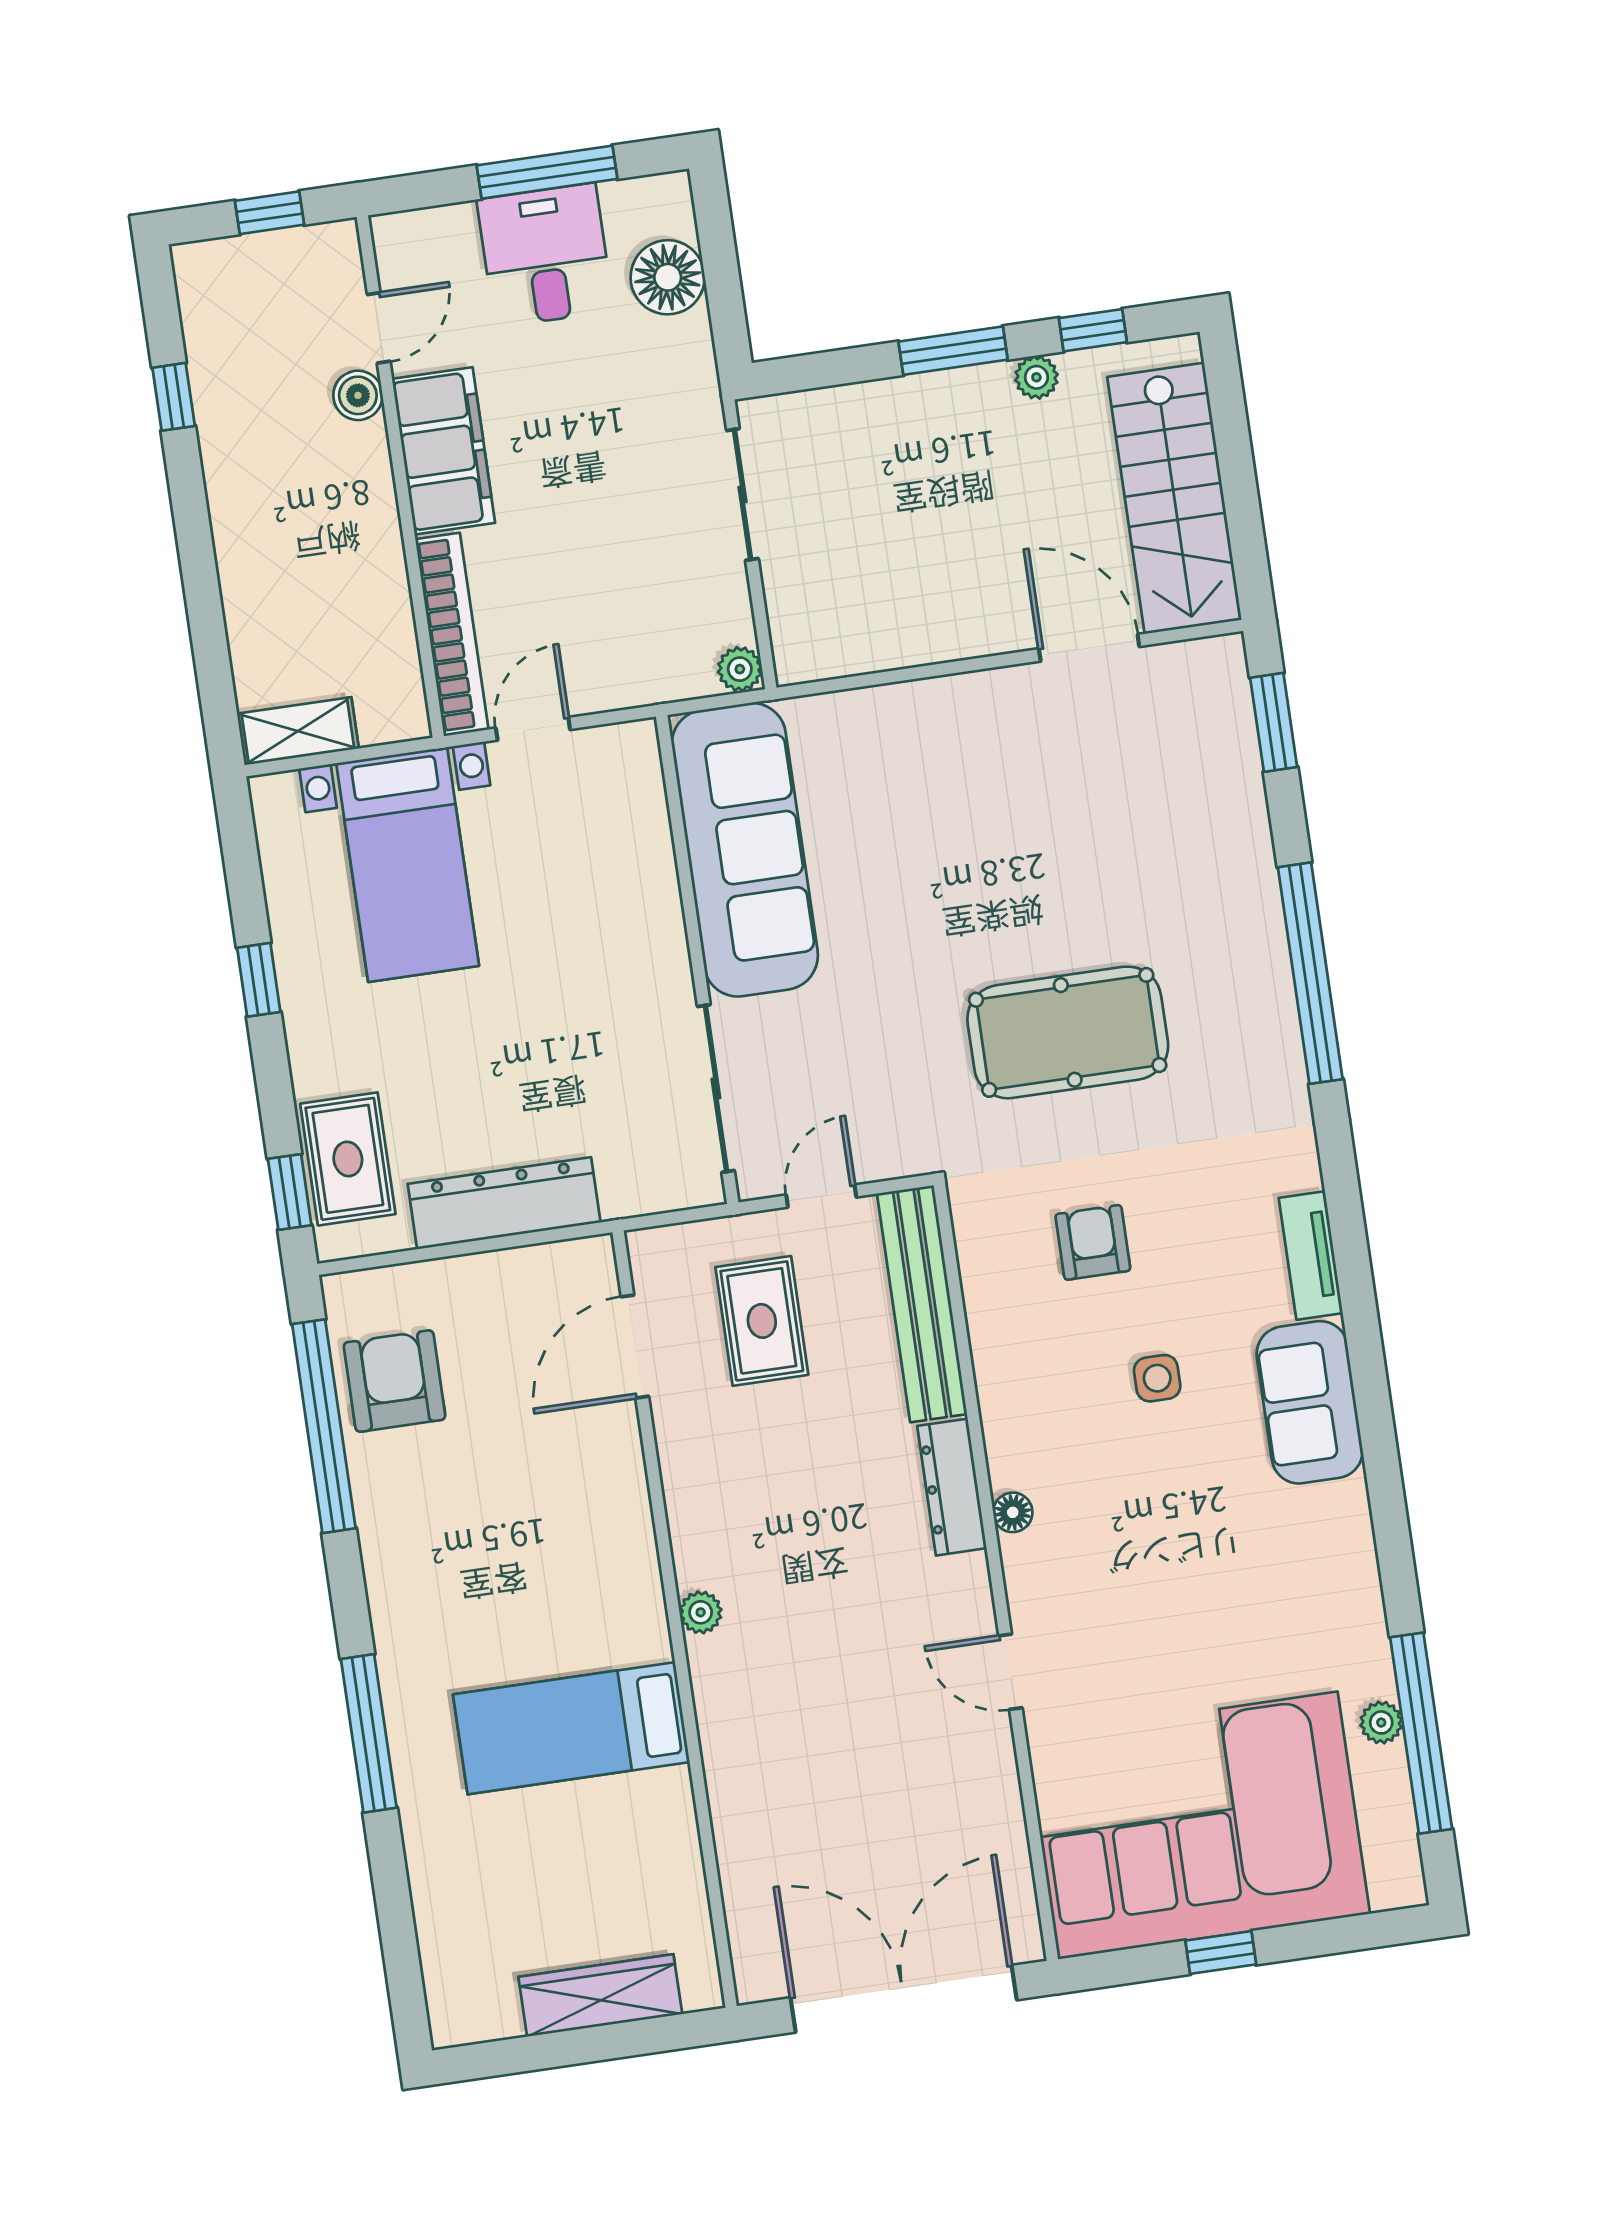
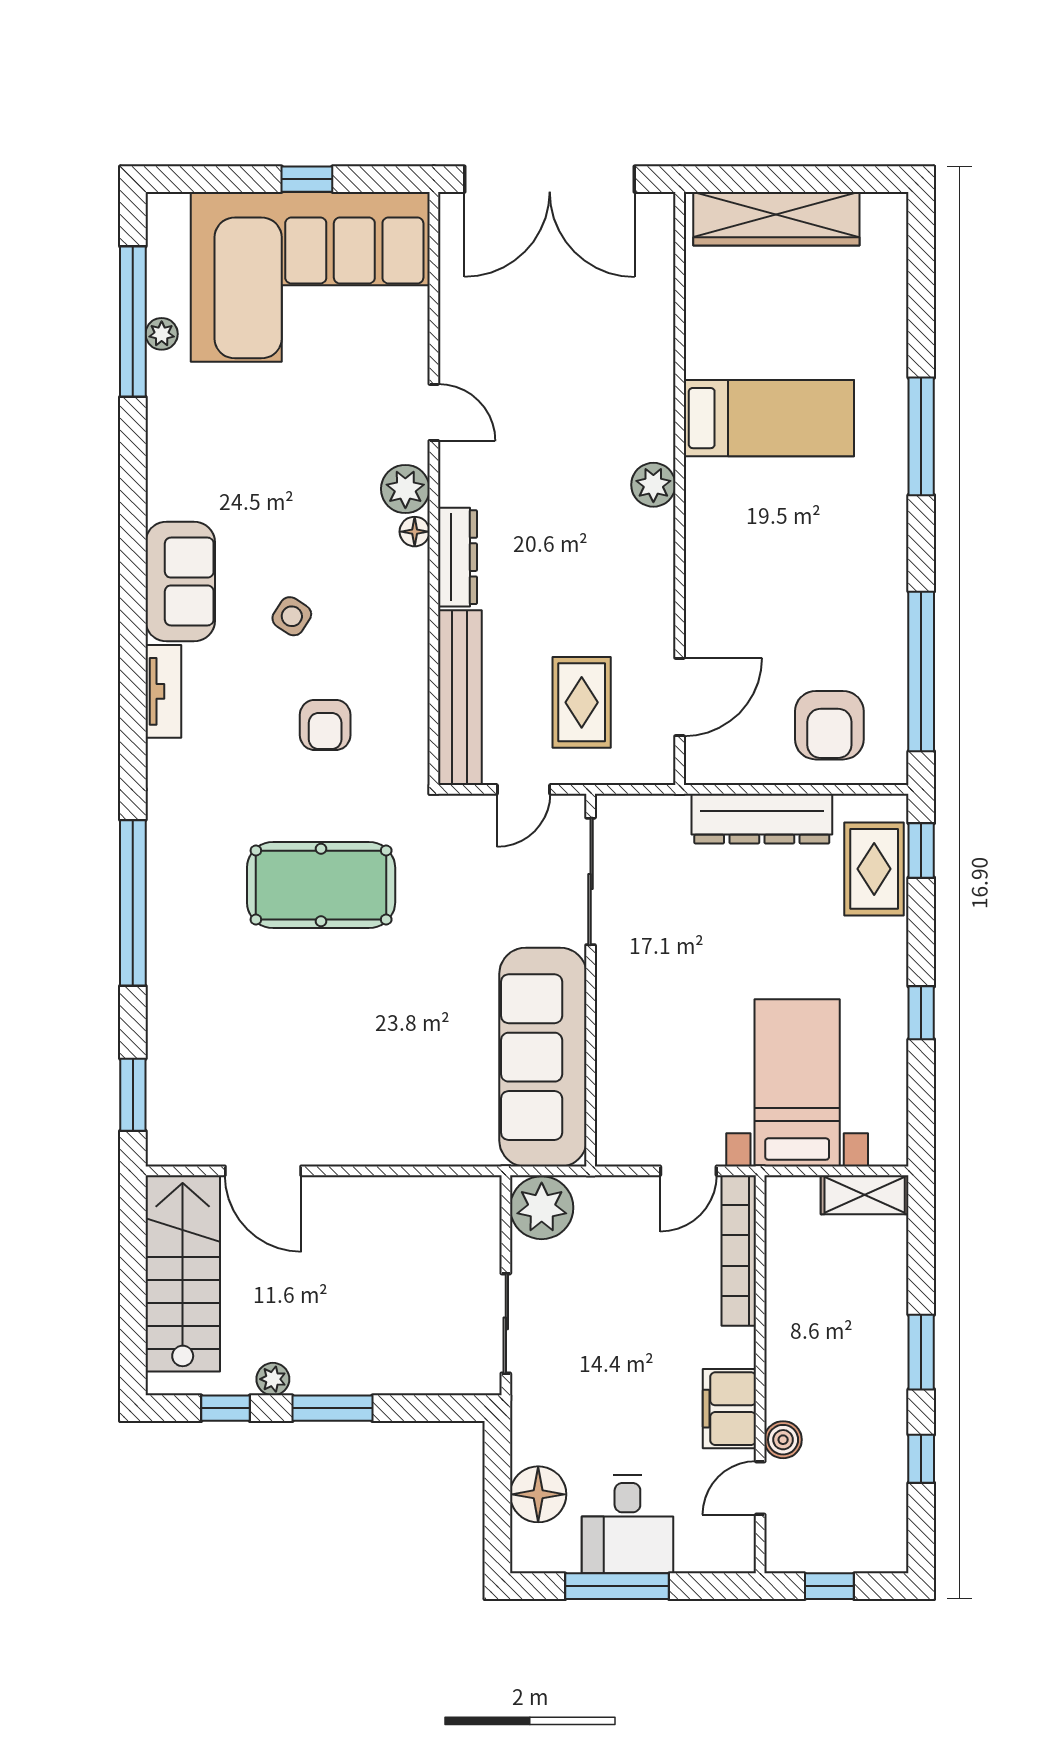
filing cabinet: (443, 451) -> (729, 1409), width x0.67, depth x0.86
window: (194, 536) -> (921, 1352), added
plant: (740, 669) -> (542, 1208), width x1.88, depth x1.88
side table: (1157, 1378) -> (292, 616), turned 33
armchair: (395, 1381) -> (829, 725), moved
plant: (1033, 1566) -> (405, 489), added
plant: (701, 1612) -> (653, 485), width x1.38, depth x1.38
wardrobe: (600, 1995) -> (776, 219), width x1.40, depth x1.17

